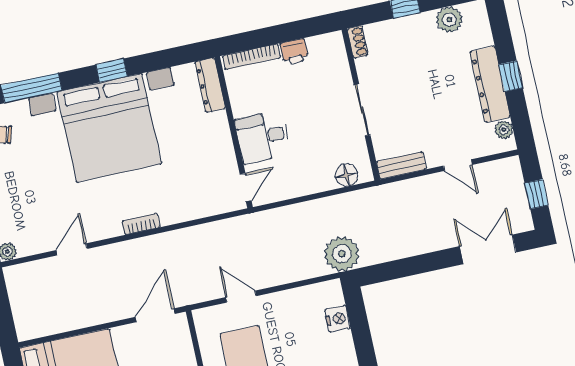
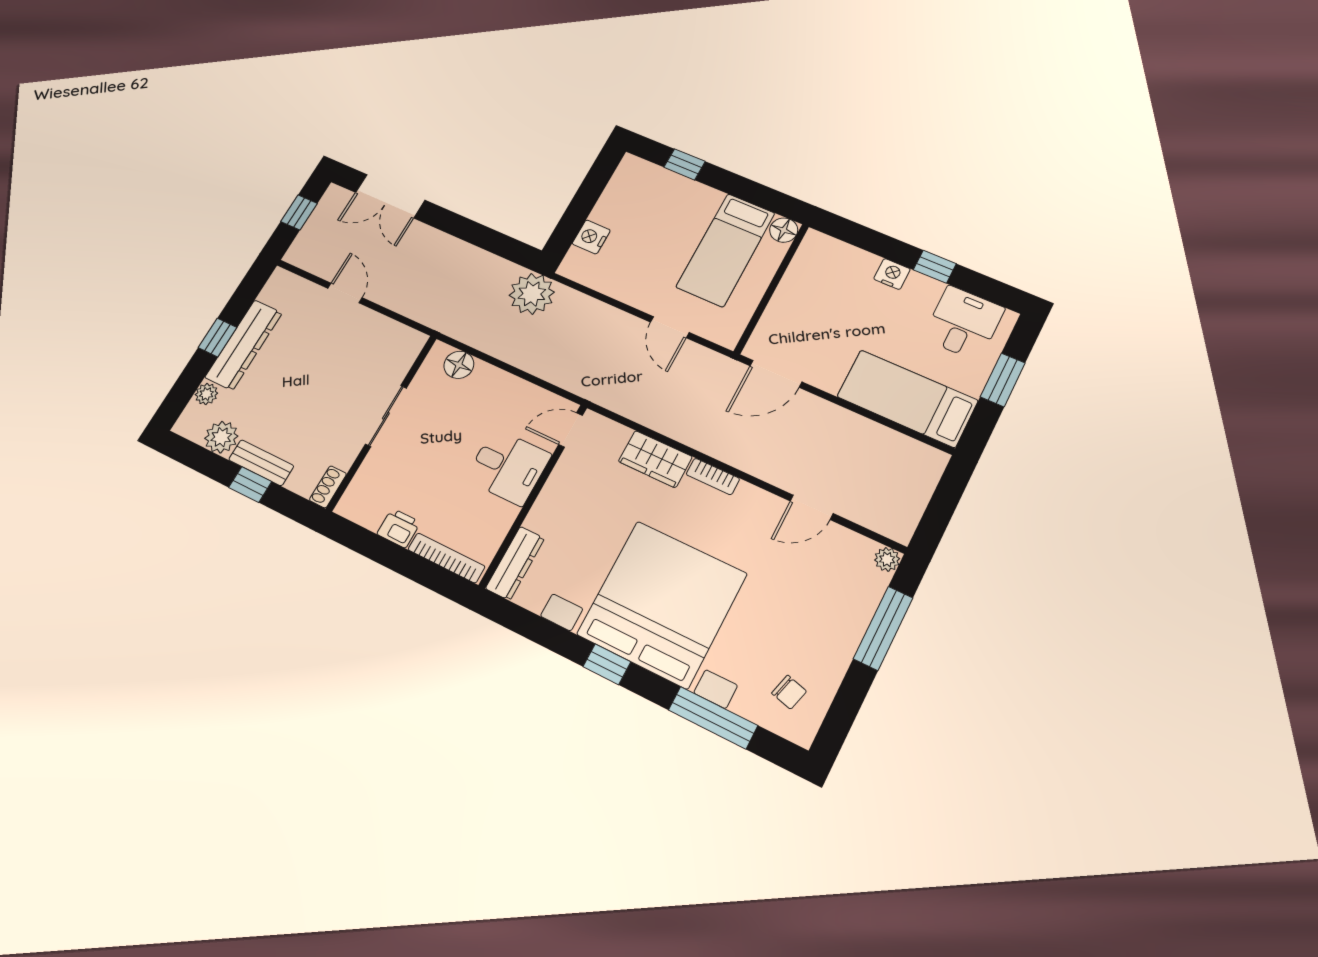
plant: (504, 130) -> (206, 394), moved
bench: (401, 165) -> (261, 463), moved
wardrobe: (182, 209) -> (655, 459), added

